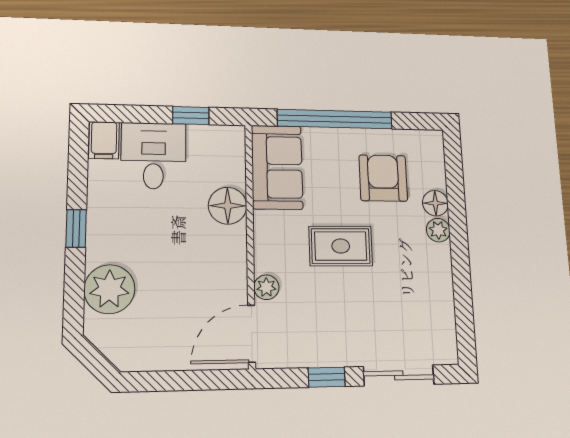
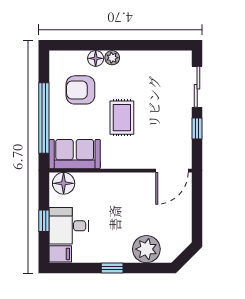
window: (191, 115) -> (44, 221), moved
floor lamp: (228, 206) -> (64, 183), moved
plant: (266, 287) -> (146, 162), removed
door: (252, 334) -> (172, 171), hinge flipped

